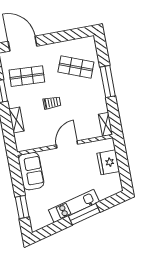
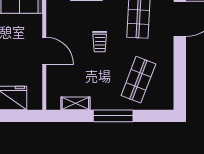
shelving: (106, 124) -> (75, 103), moved

